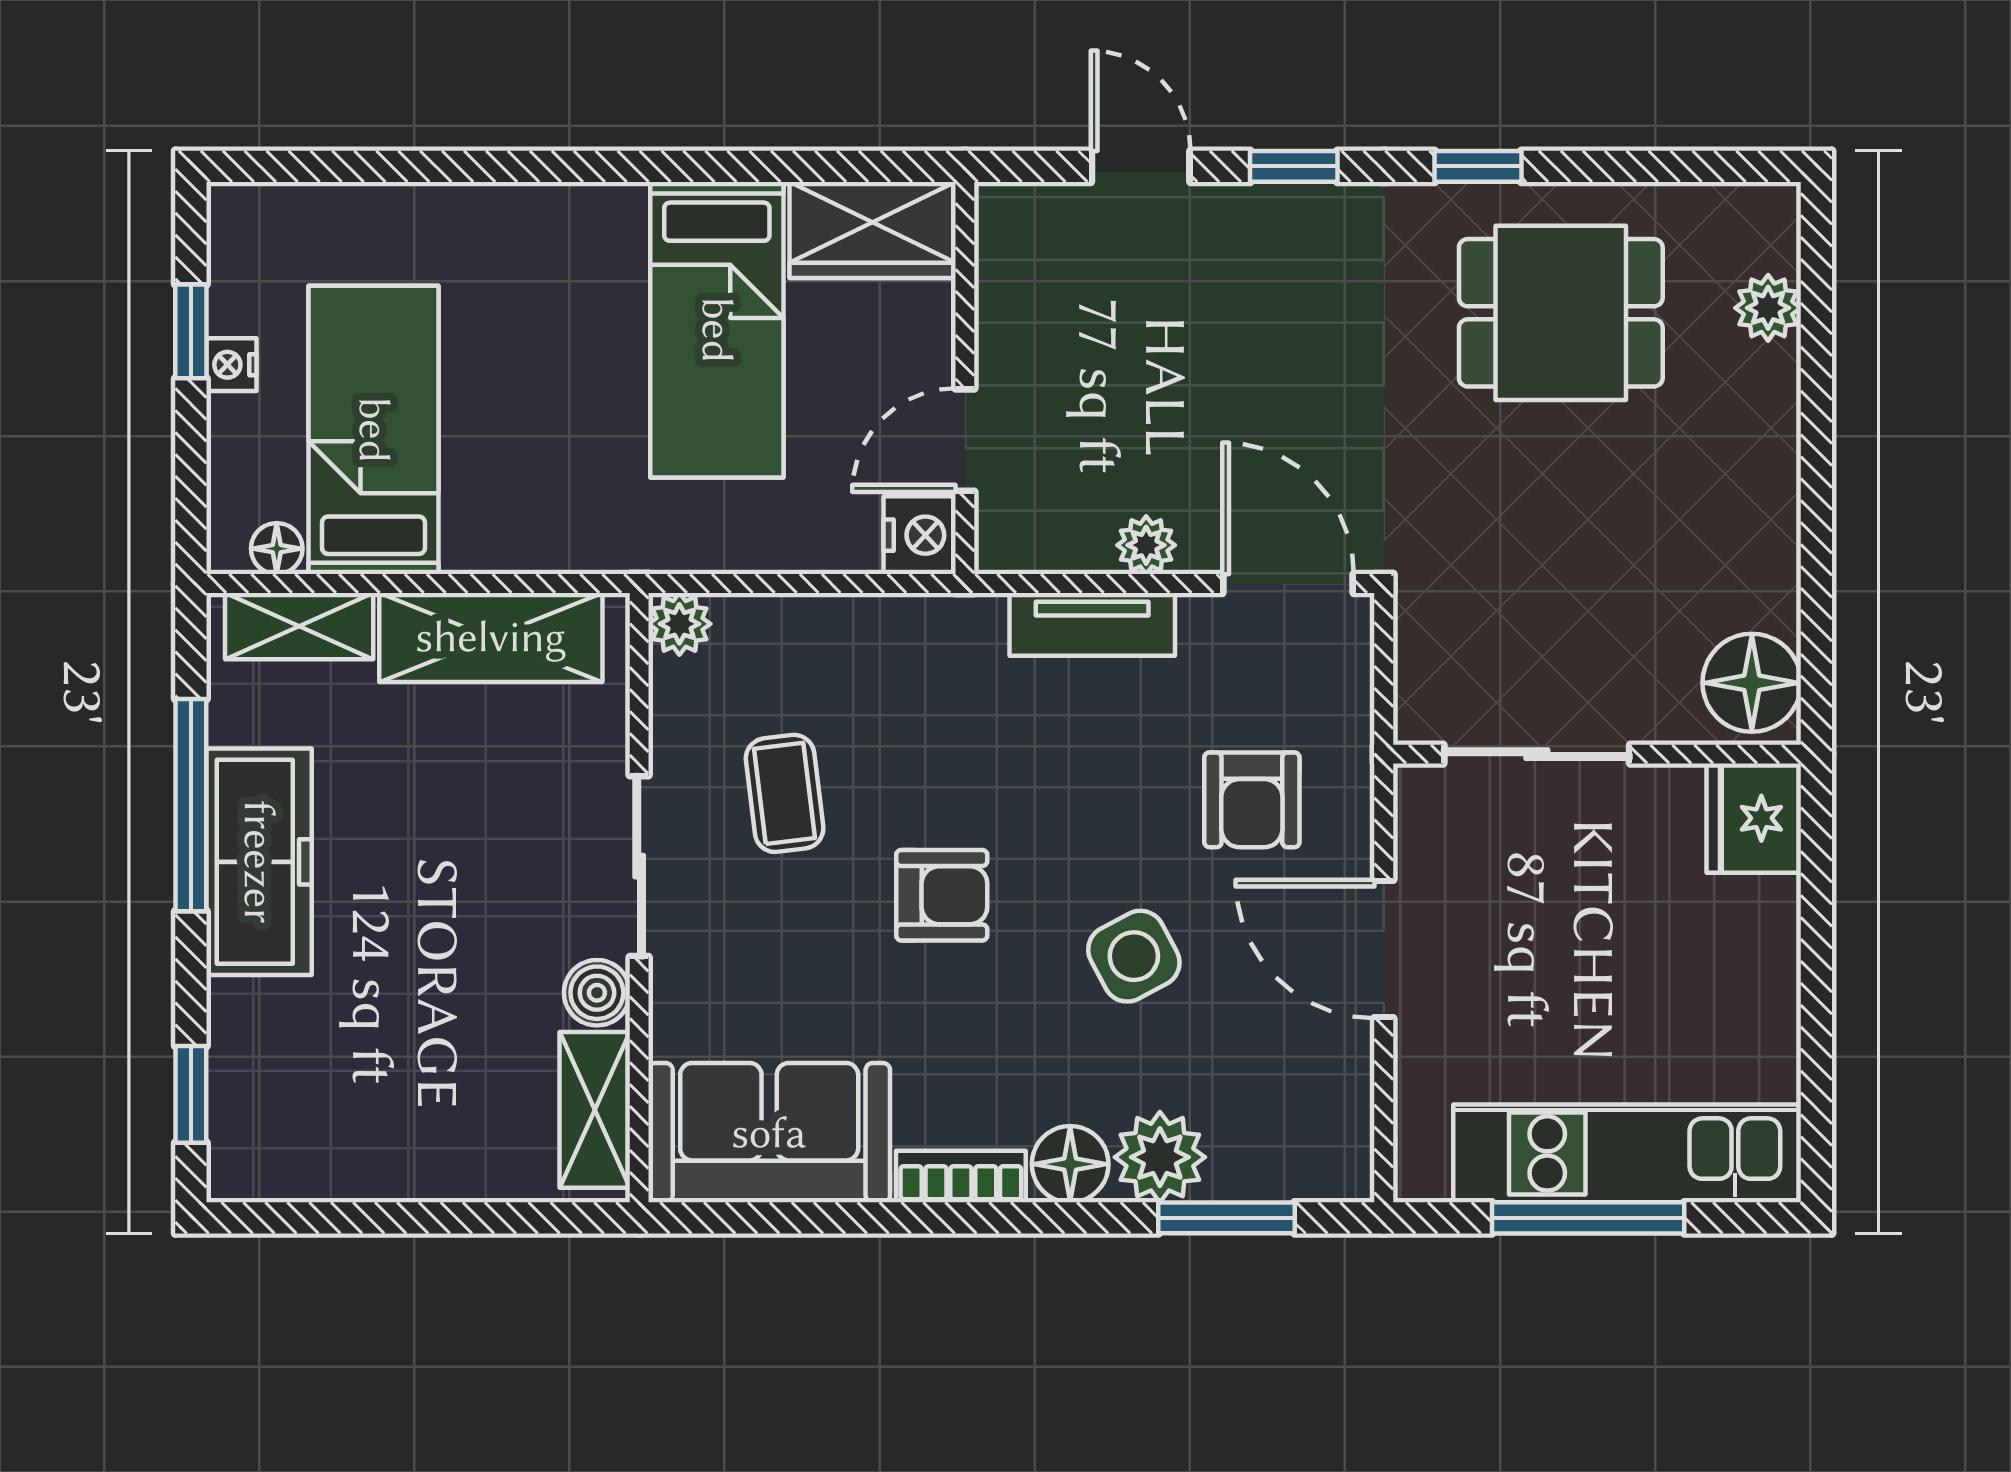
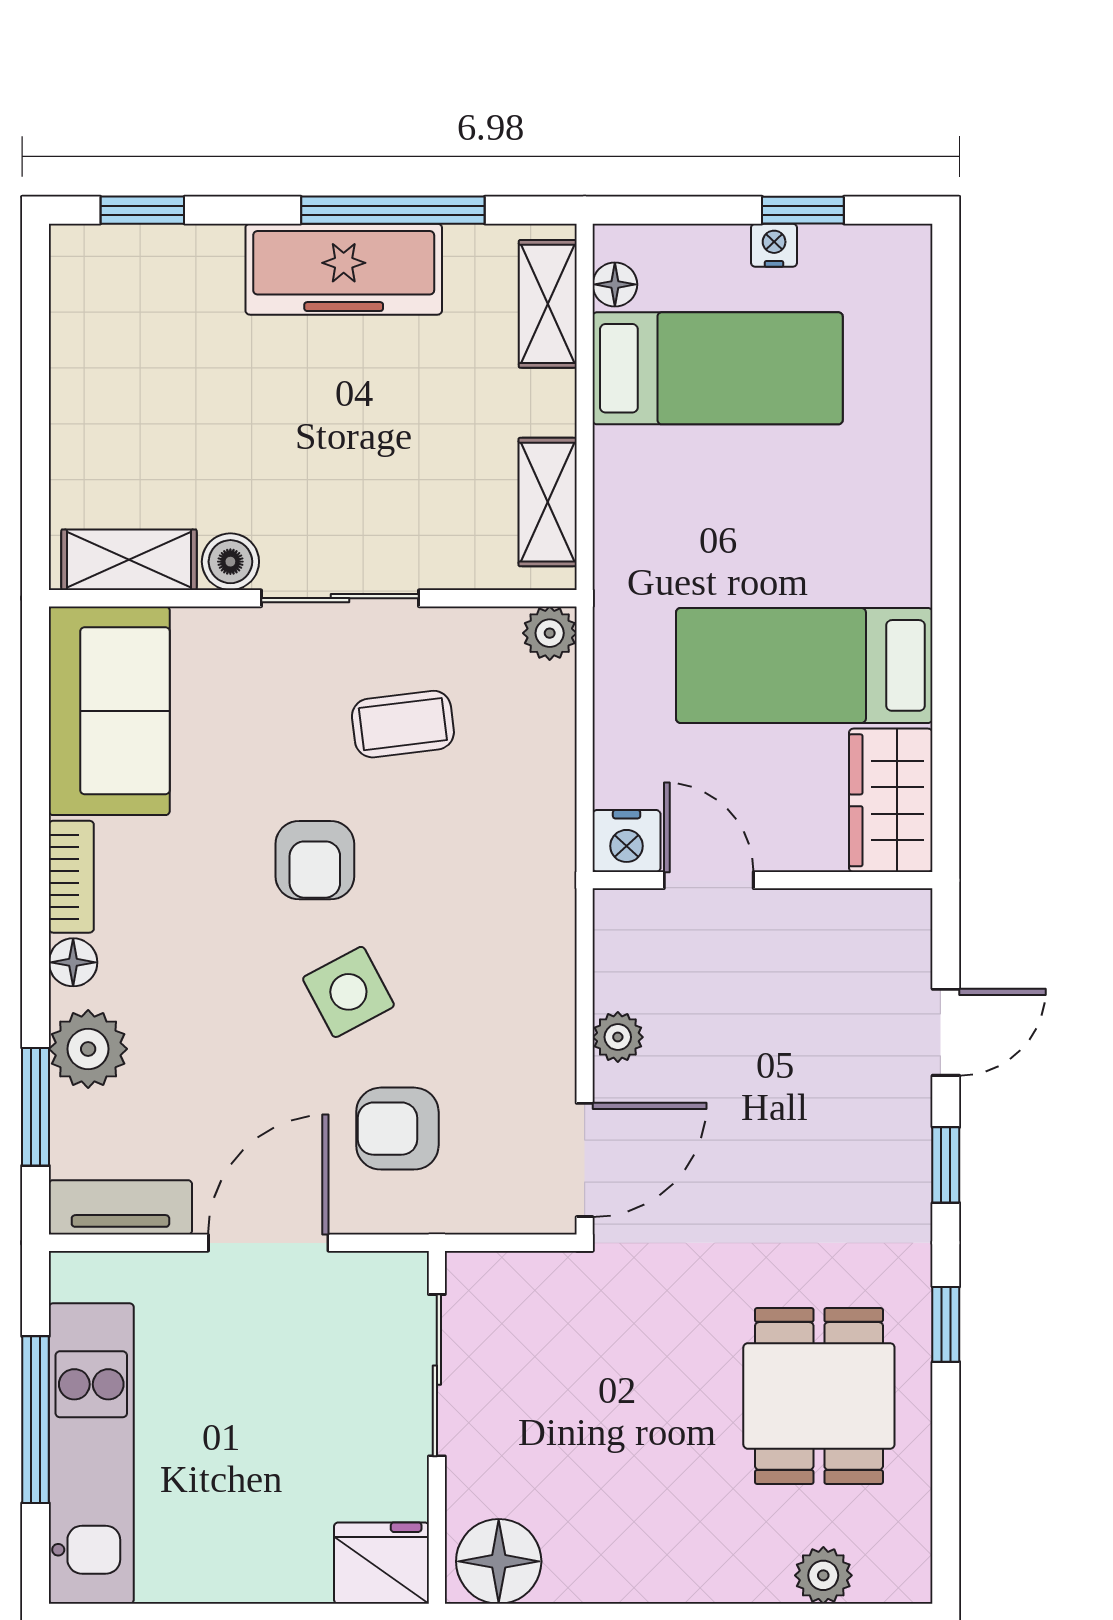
tv unit: (1092, 624) -> (120, 1207), moved, turned 90
shelving: (491, 637) -> (548, 502), width x0.67, depth x0.75
side table: (1134, 956) -> (348, 992), moved
floor lamp: (1070, 1164) -> (73, 962), width x0.73, depth x0.73

